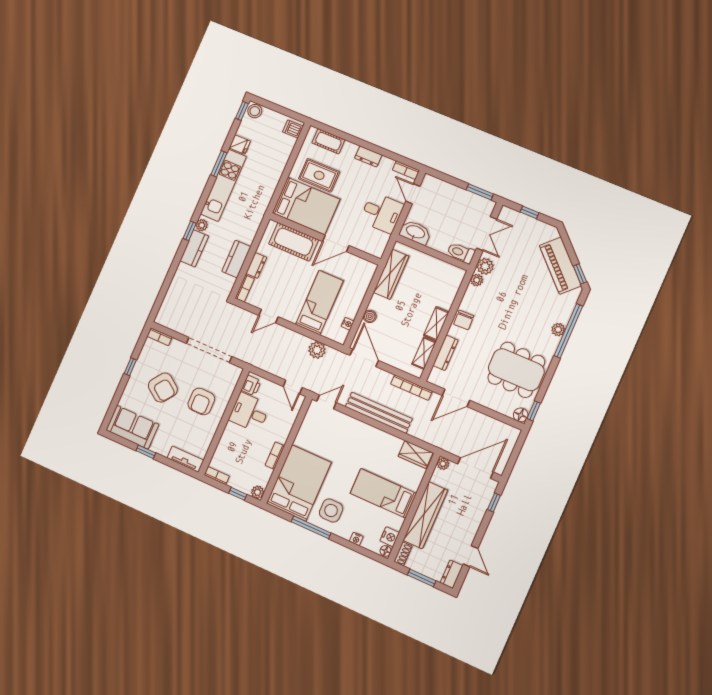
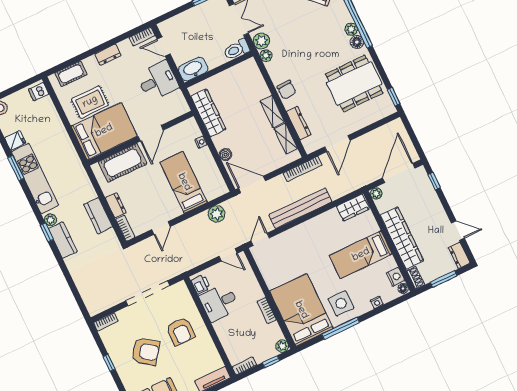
nightstand: (348, 324) -> (201, 142), moved
floor lamp: (521, 415) -> (357, 42), moved

